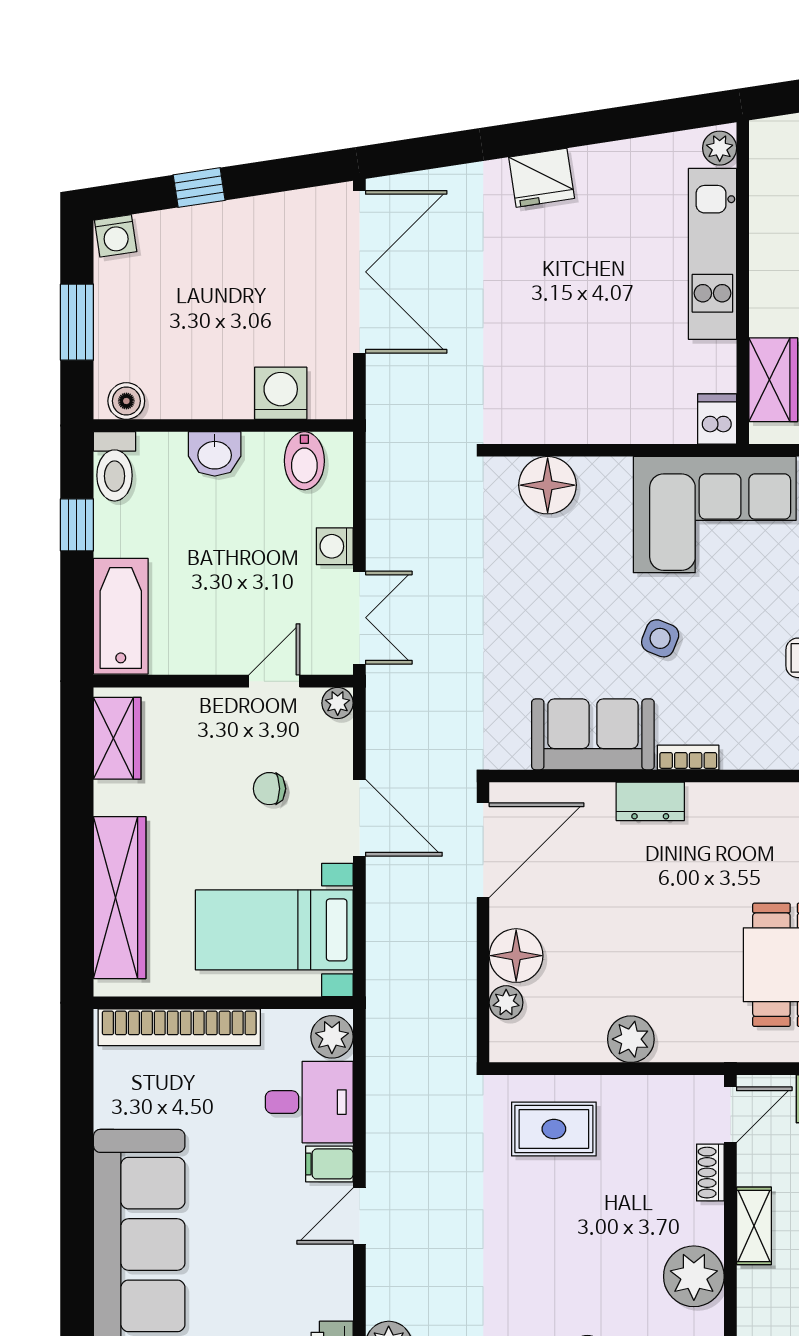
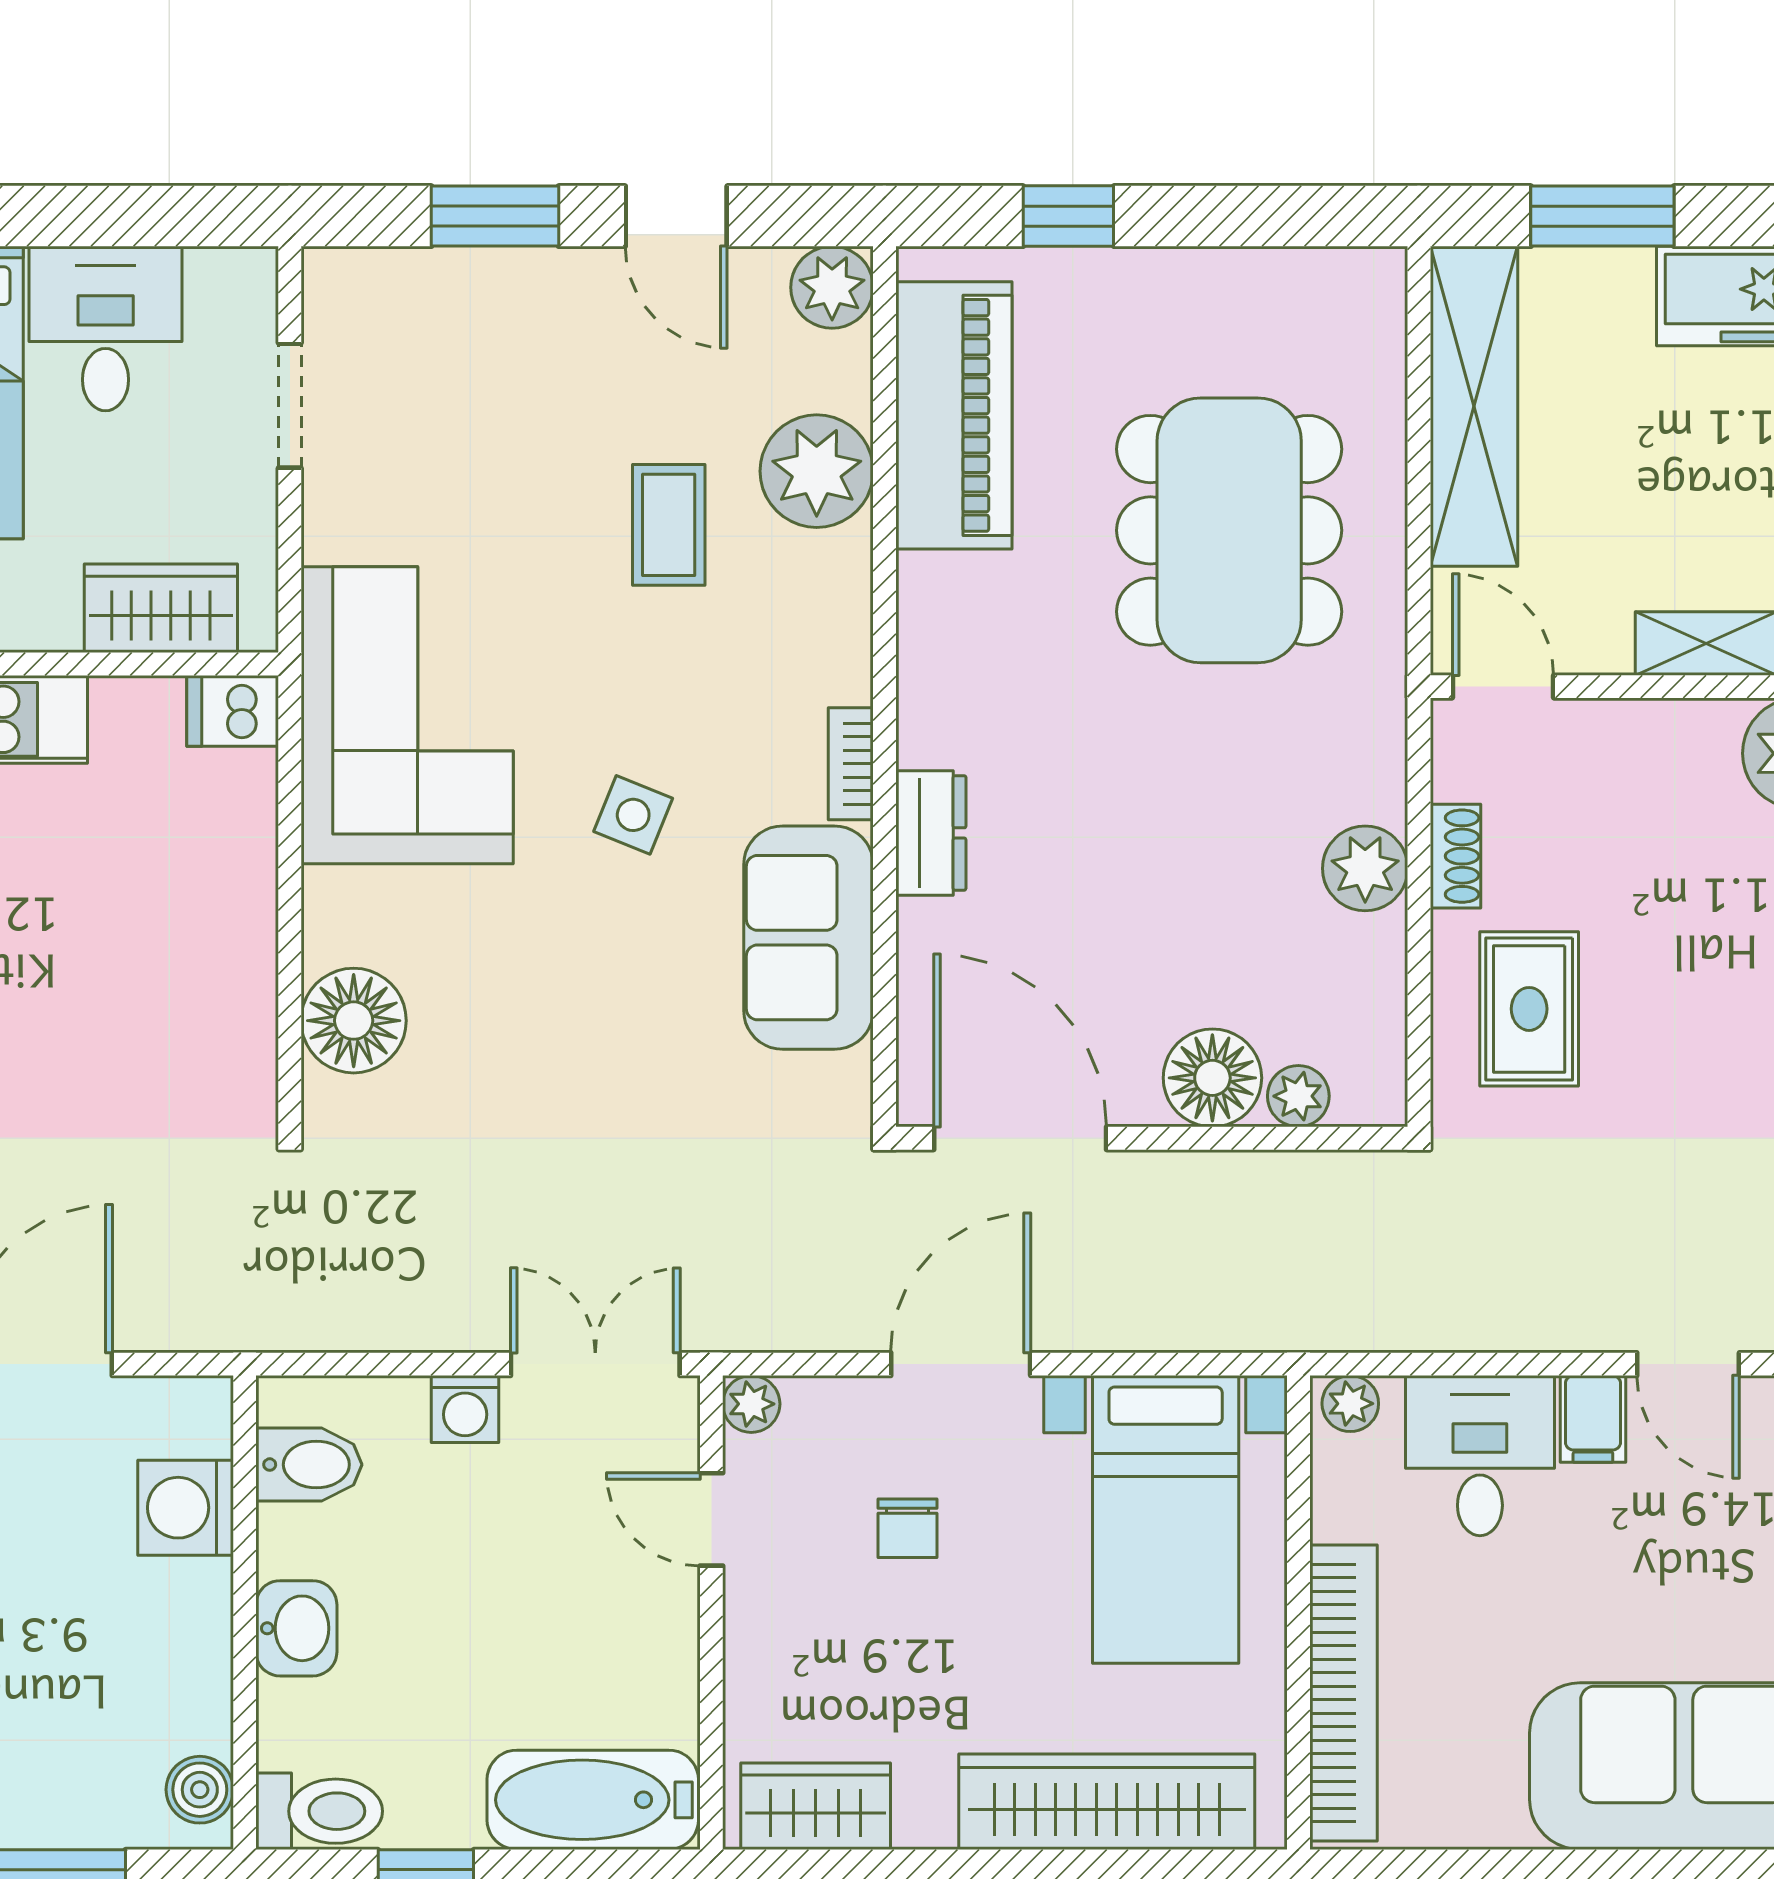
plant: (332, 1037) -> (1350, 1404), width x0.73, depth x0.73
shoe rack: (710, 1173) -> (1455, 856), moved, turned -90

